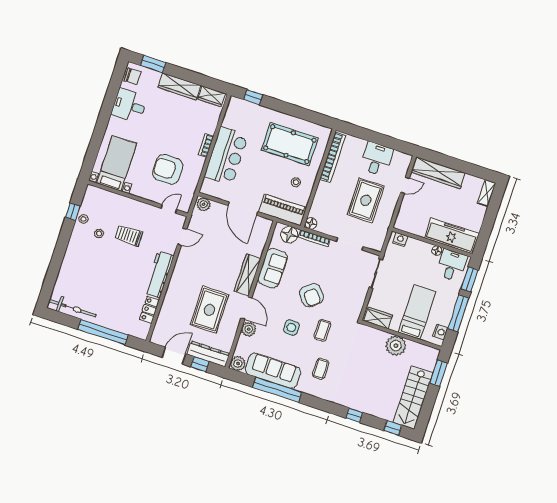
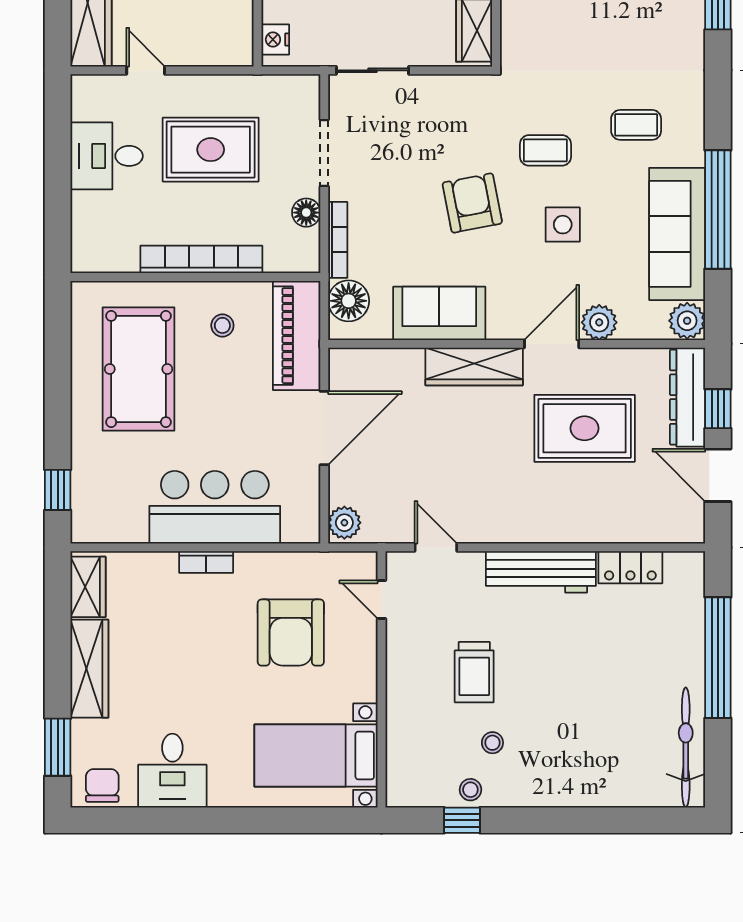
bookcase: (333, 157) -> (201, 259), moved
floor lamp: (311, 223) -> (306, 213), moved
armchair: (311, 295) -> (472, 203), turned -61

